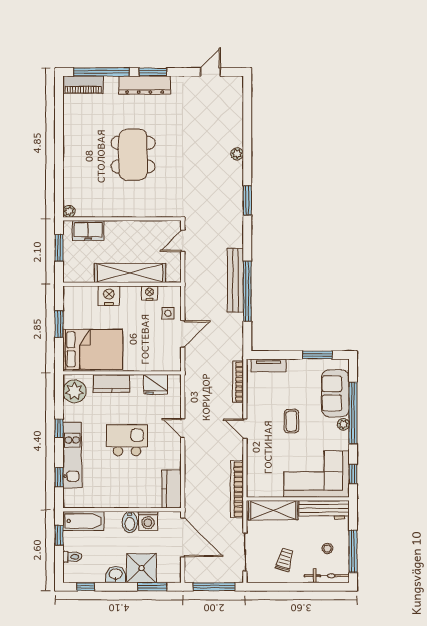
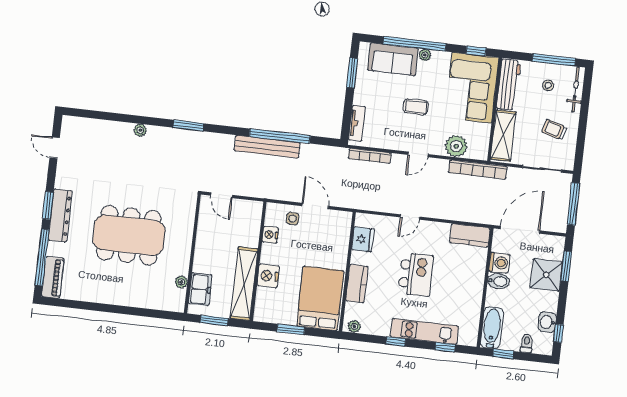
dining table: (133, 155) -> (129, 235), width x1.36, depth x1.24
plant: (69, 211) -> (181, 282), moved
shelving: (130, 273) -> (244, 284), moved
plant: (75, 391) -> (354, 326), width x0.53, depth x0.53
kitchen island: (127, 440) -> (416, 275), turned 180
plant: (257, 465) -> (456, 146), added
washbasin: (116, 574) -> (547, 322), moved

